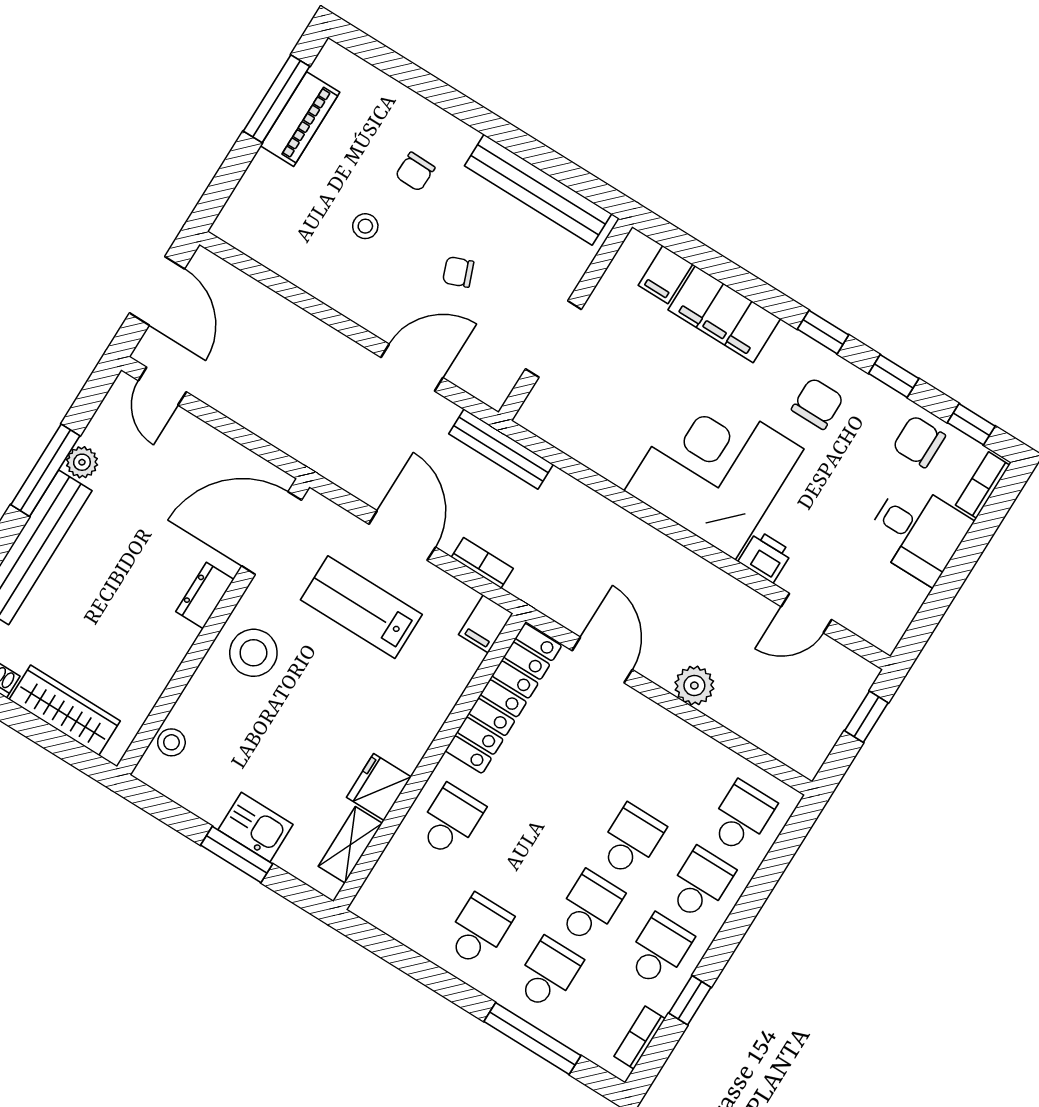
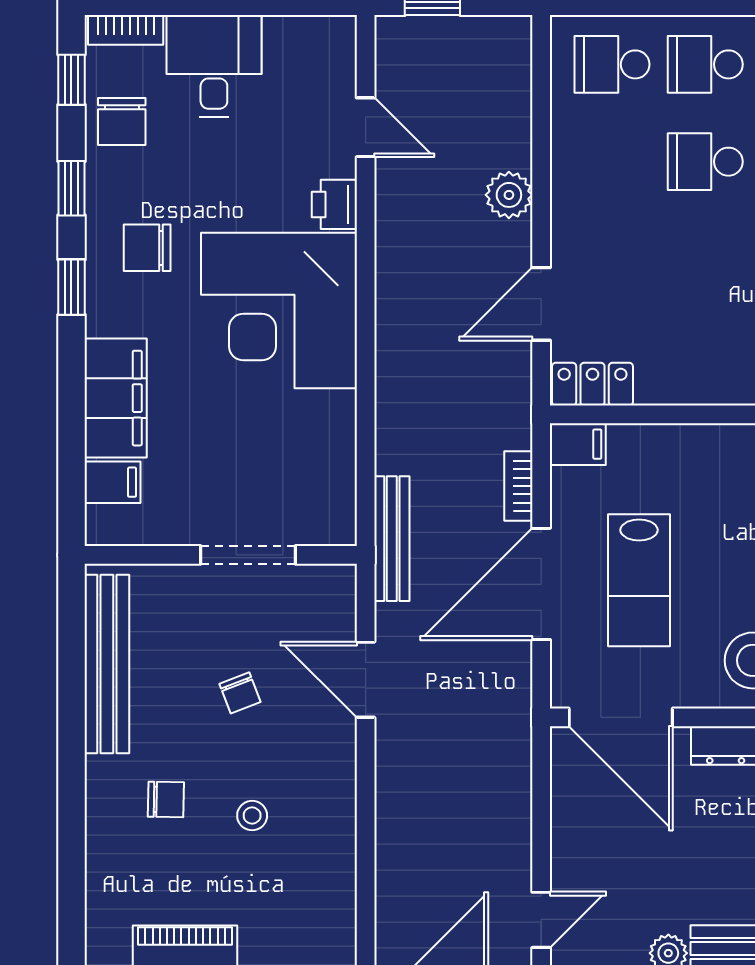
door: (402, 536) -> (541, 584), width x1.36
locker: (503, 698) -> (592, 384), width x0.46, depth x0.83

